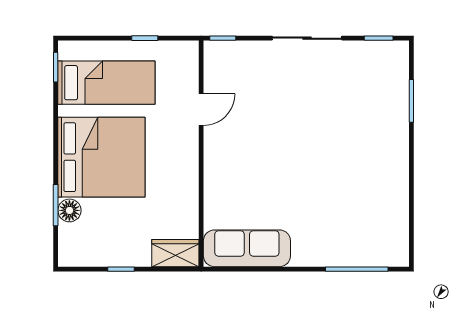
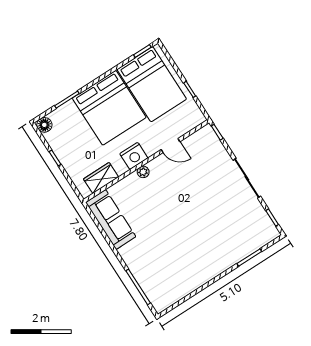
bed: (106, 83) -> (152, 84), width x1.50
nightstand: (184, 165) -> (134, 156), added
plant: (212, 167) -> (143, 172), added
floor lamp: (69, 210) -> (44, 125), moved
wardrobe: (175, 253) -> (101, 178), moved, turned -90

